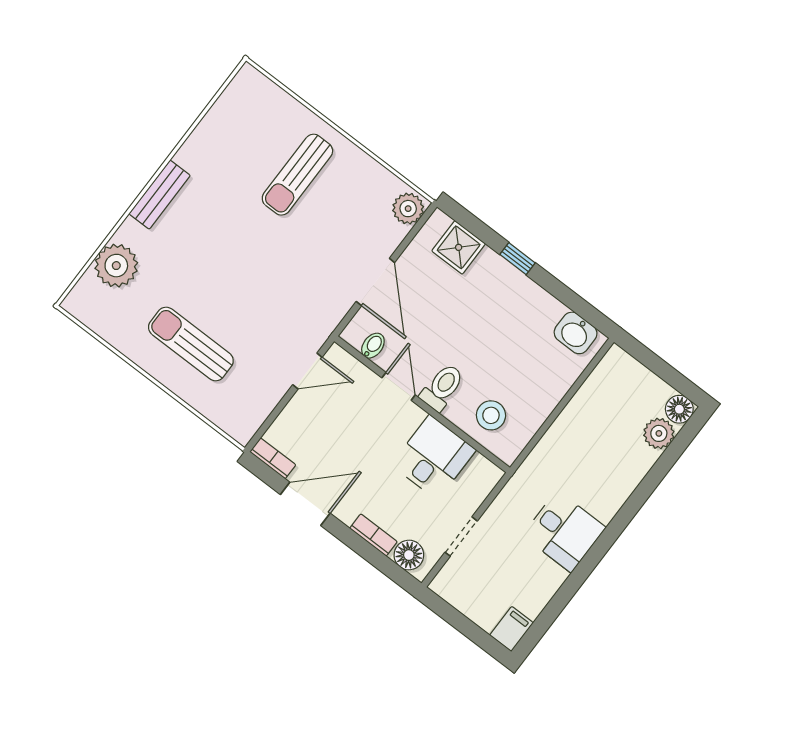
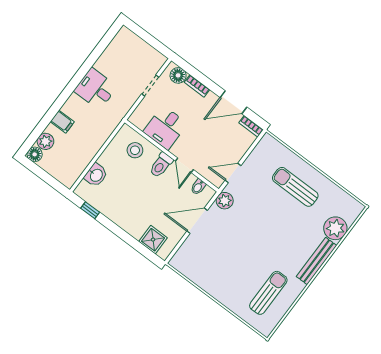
sun lounger: (297, 175) -> (268, 293), moved
bench: (160, 195) -> (317, 261), width x1.36
plant: (408, 209) -> (225, 201), moved
window: (517, 259) -> (90, 210), moved
door: (375, 282) -> (197, 221), hinge flipped
washbasin: (576, 333) -> (96, 175), moved, turned 90
sun lounger: (191, 344) -> (295, 187), turned 180
filing cabinet: (511, 629) -> (62, 122), moved, turned -90

